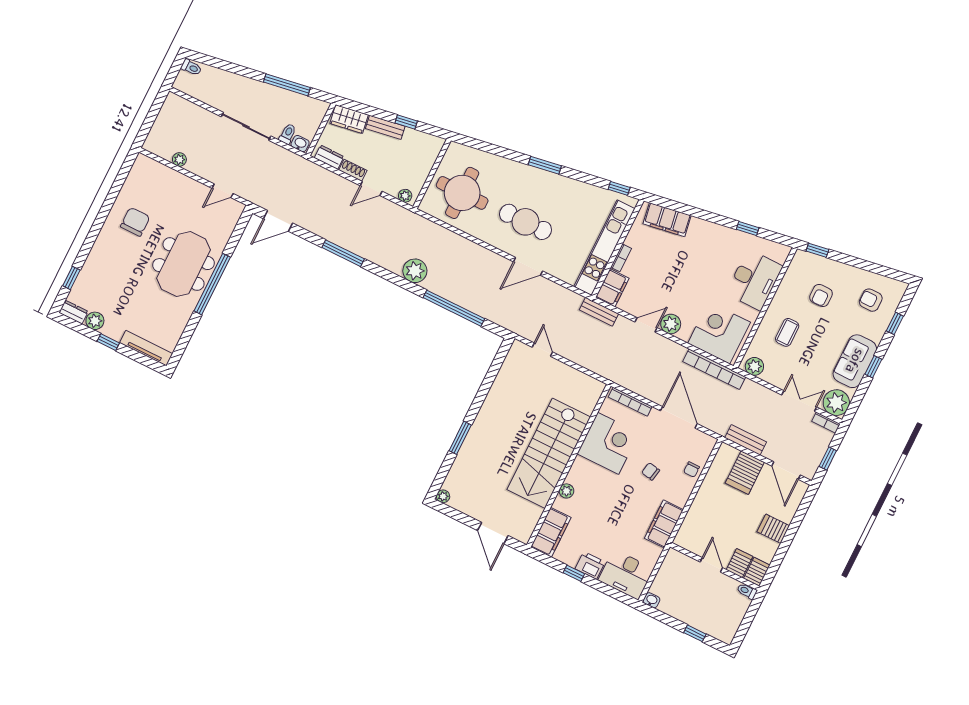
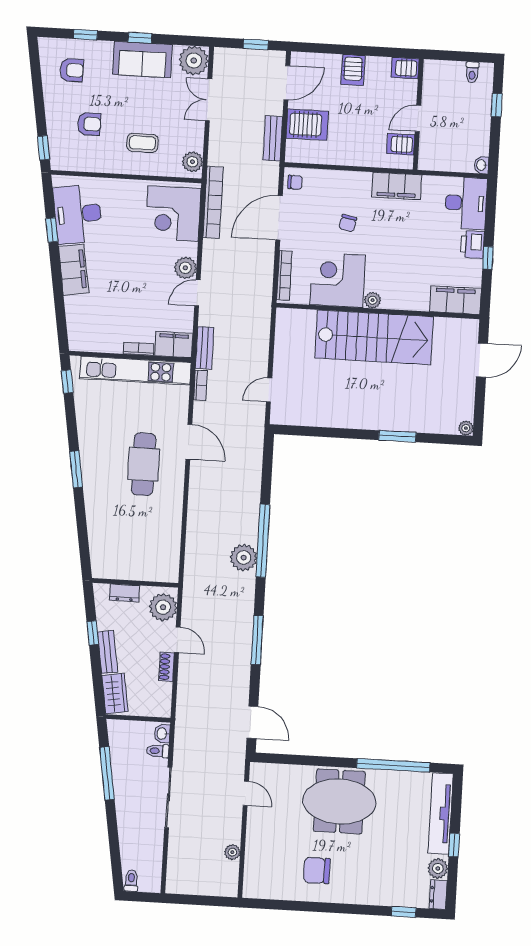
dresser: (329, 157) -> (124, 593), moved, turned -90
round table: (462, 193) -> (142, 543), removed
plant: (405, 196) -> (163, 607), width x1.87, depth x1.87
filing cabinet: (667, 220) -> (74, 270), moved
desk: (754, 280) -> (78, 214), moved, turned -99
window: (212, 284) -> (393, 765), moved
armchair: (871, 300) -> (72, 70), turned -90
window: (454, 308) -> (263, 541), moved
door: (646, 325) -> (197, 293), hinge flipped
tv unit: (146, 348) -> (441, 813), width x1.36, depth x1.29
bookcase: (826, 423) -> (200, 385), moved
chair: (692, 469) -> (295, 182), moved
plant: (566, 491) -> (373, 300), moved
server rack: (739, 563) -> (401, 144), moved
toilet: (747, 591) -> (472, 72), moved

